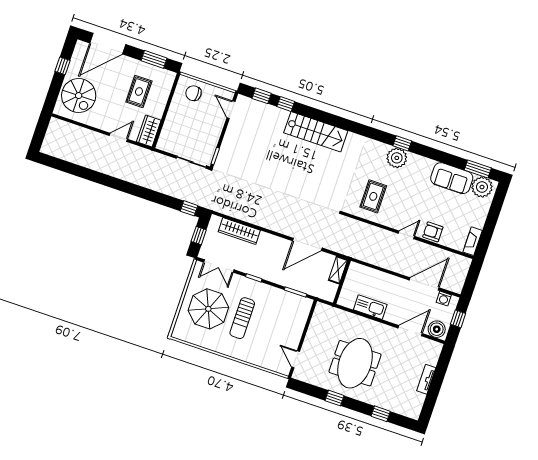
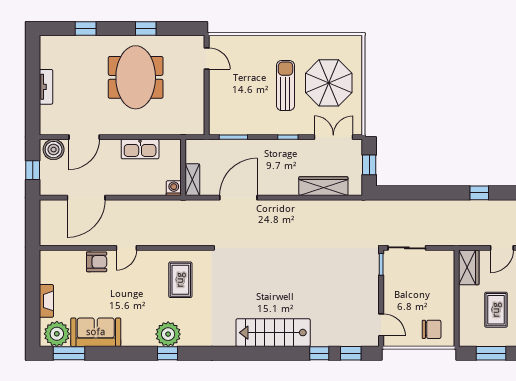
window: (189, 208) -> (479, 193), moved
fireplace: (473, 241) -> (46, 301), moved
washing machine: (444, 299) -> (174, 188), moved

